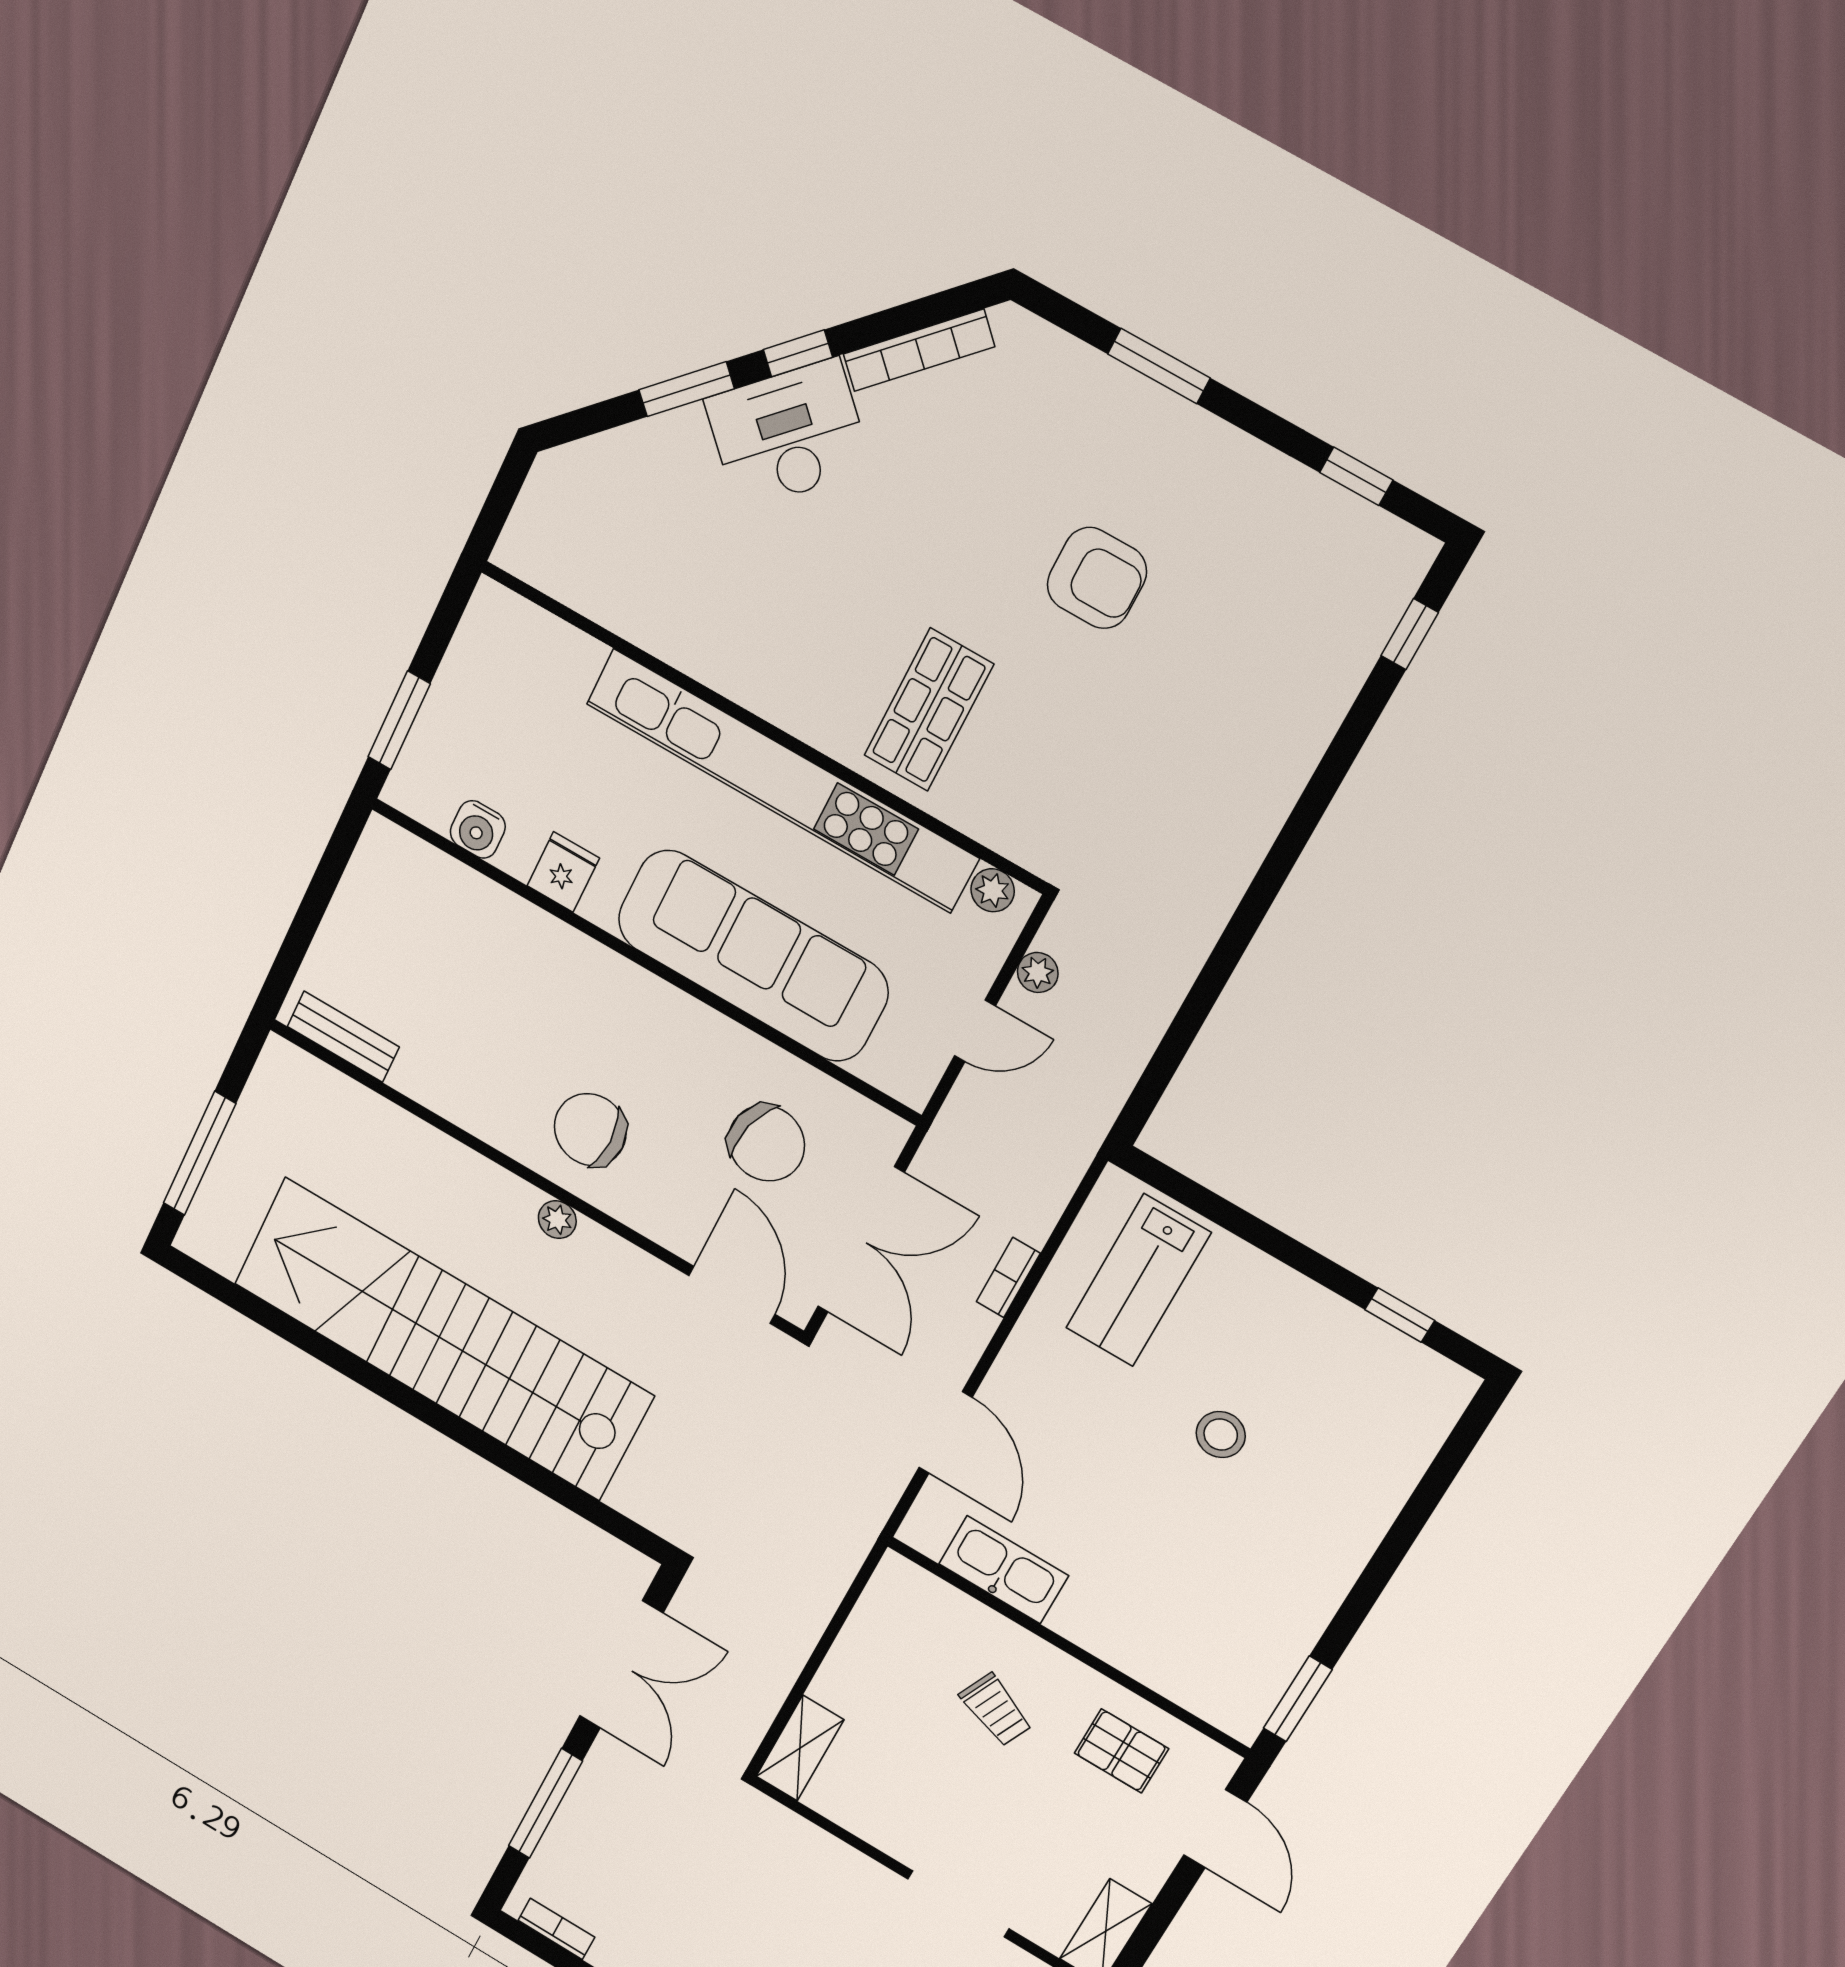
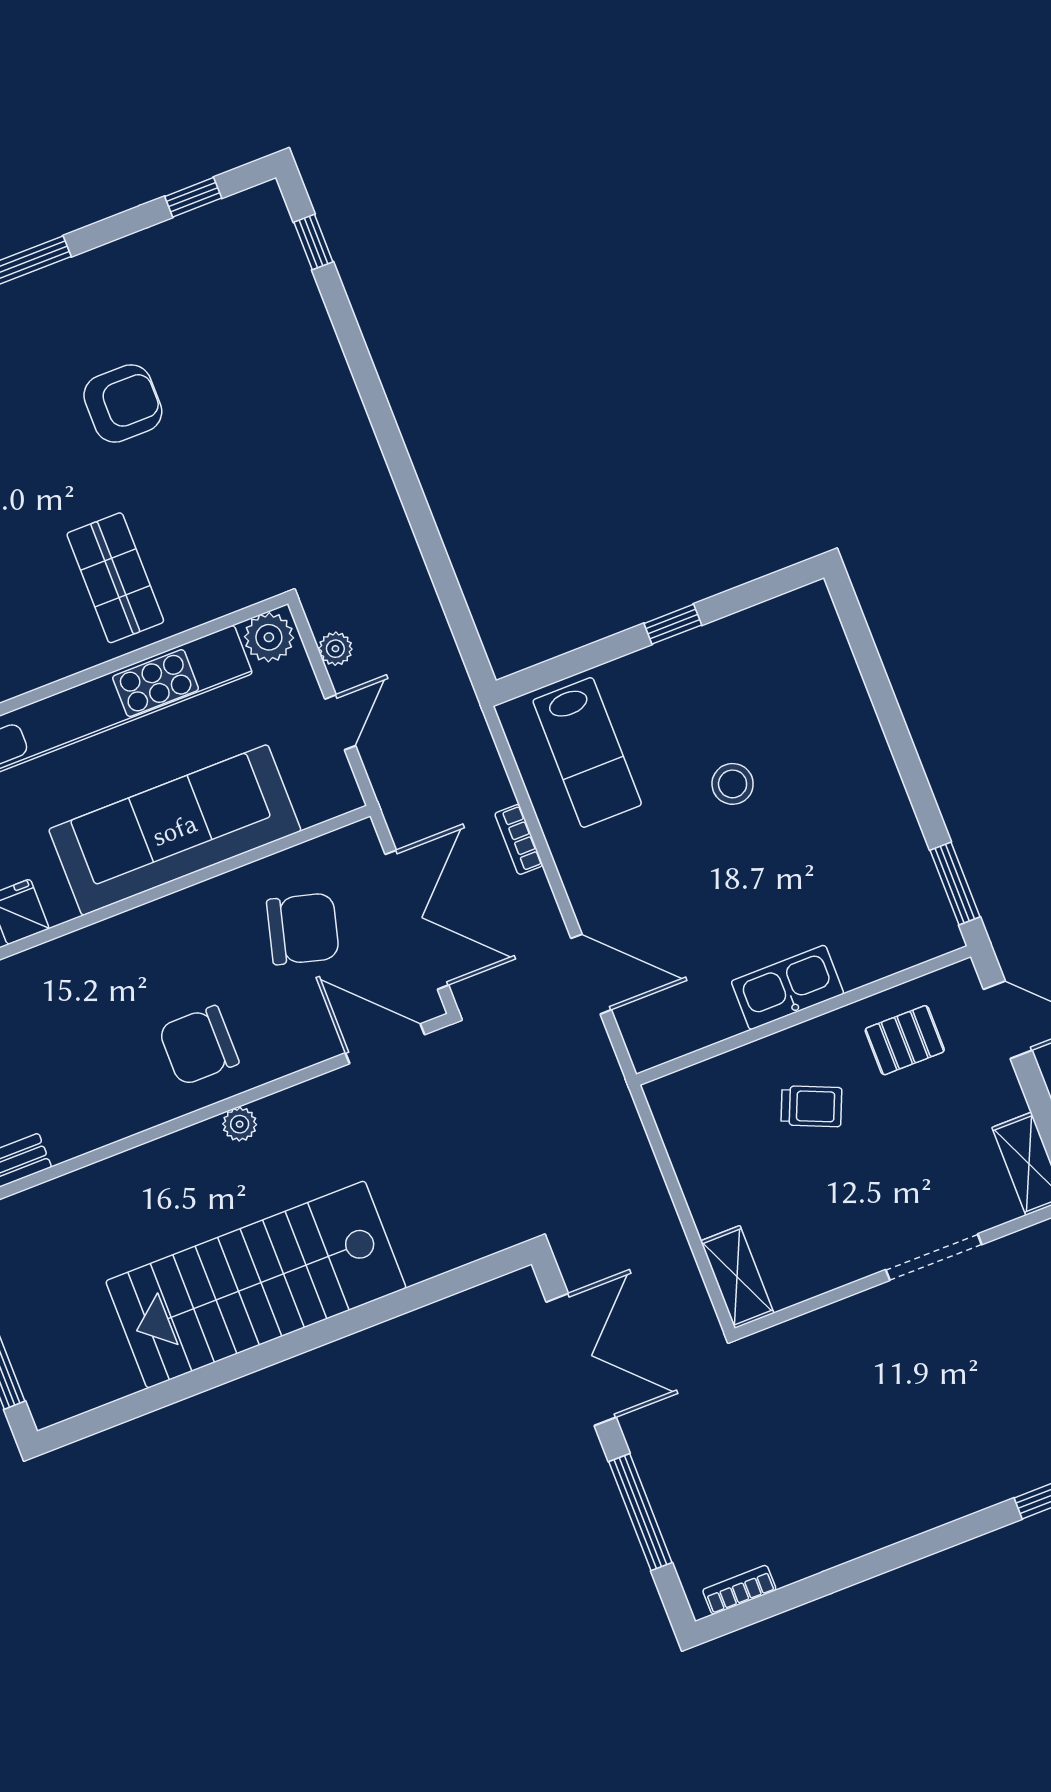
plant: (993, 890) -> (269, 637), width x1.38, depth x1.38
window: (1400, 1315) -> (673, 624), moved
stairs: (443, 1339) -> (256, 1285), width x0.73
kitchen sink: (1004, 1570) -> (787, 987), moved

